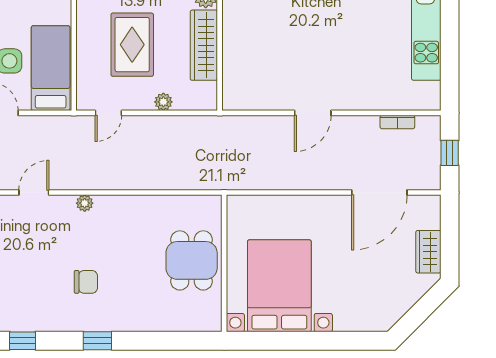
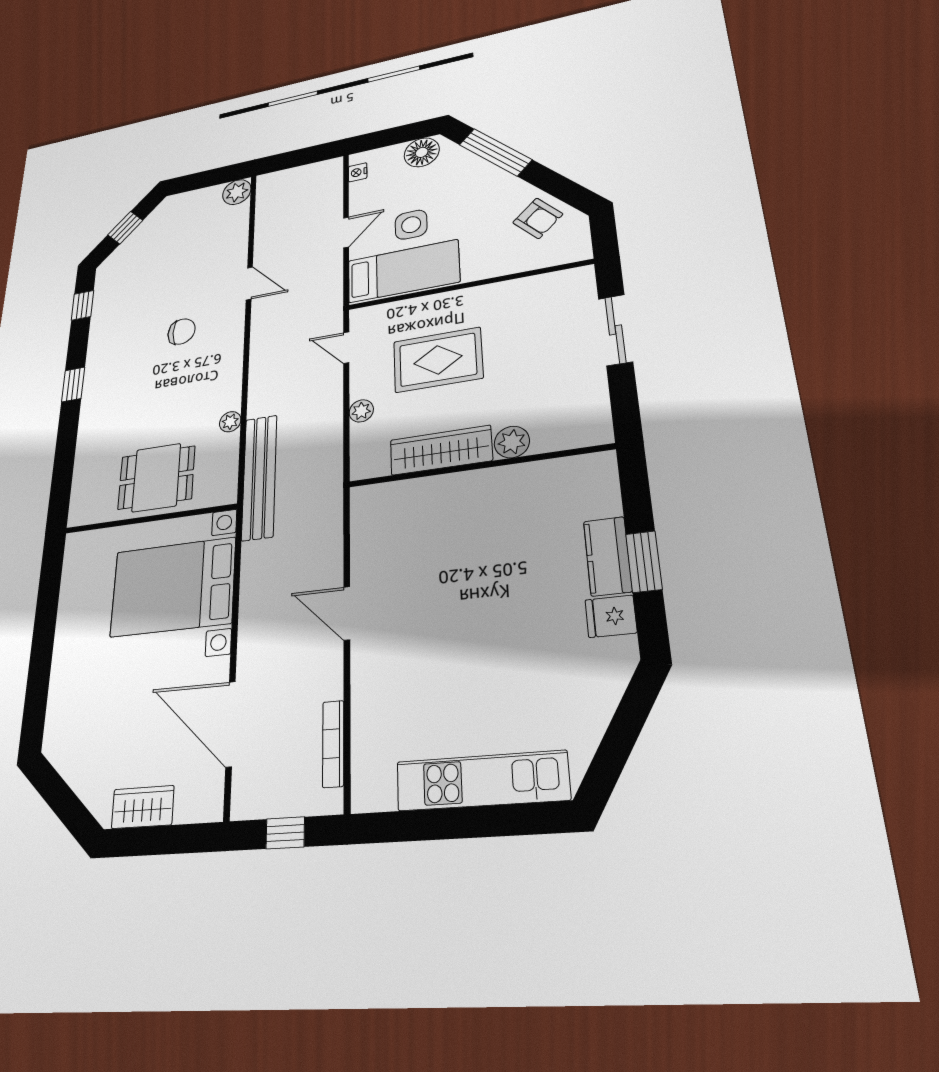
bookcase: (397, 122) -> (333, 744), width x1.56
bench: (204, 178) -> (259, 477), added
plant: (85, 203) -> (230, 422), moved
chair: (86, 282) -> (182, 332), moved, turned -90
bed with nightstands: (279, 286) -> (173, 587), moved, turned 180

